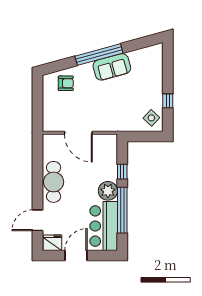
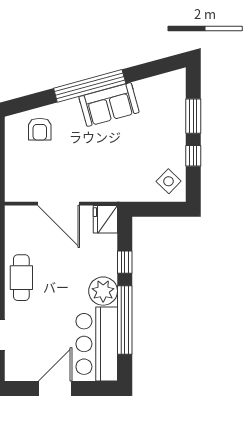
window: (168, 75) -> (193, 116), added
armchair: (66, 83) -> (40, 129), turned 90
cafe table: (54, 182) -> (21, 278), width x0.73, depth x0.74
fridge: (52, 243) -> (105, 219), moved, turned -90

